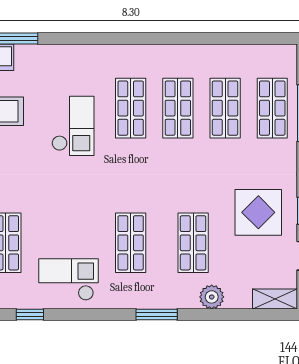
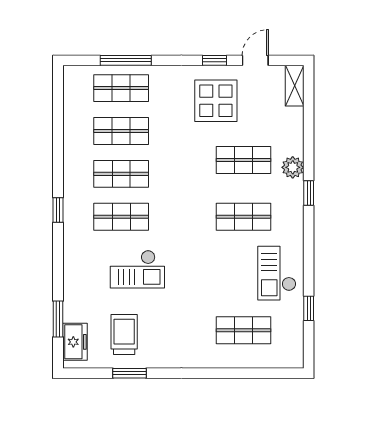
window: (138, 39) -> (58, 210), added
checkout: (73, 126) -> (137, 269), turned 180
plant: (212, 297) -> (293, 167), moved
window: (157, 314) -> (309, 193), width x0.67

